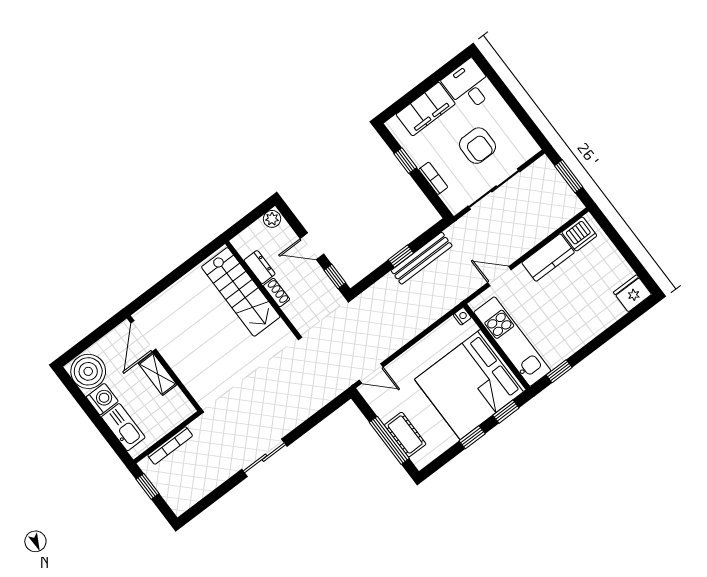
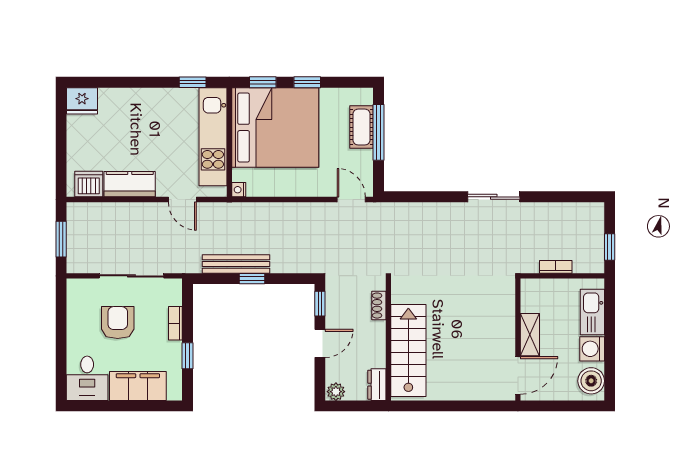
door: (312, 246) -> (320, 343), hinge flipped
dresser: (260, 267) -> (377, 385), moved
shoe rack: (277, 293) -> (379, 306), moved
boiler: (88, 371) -> (591, 381), width x0.73, depth x0.73
bookcase: (170, 446) -> (556, 267), width x0.64

